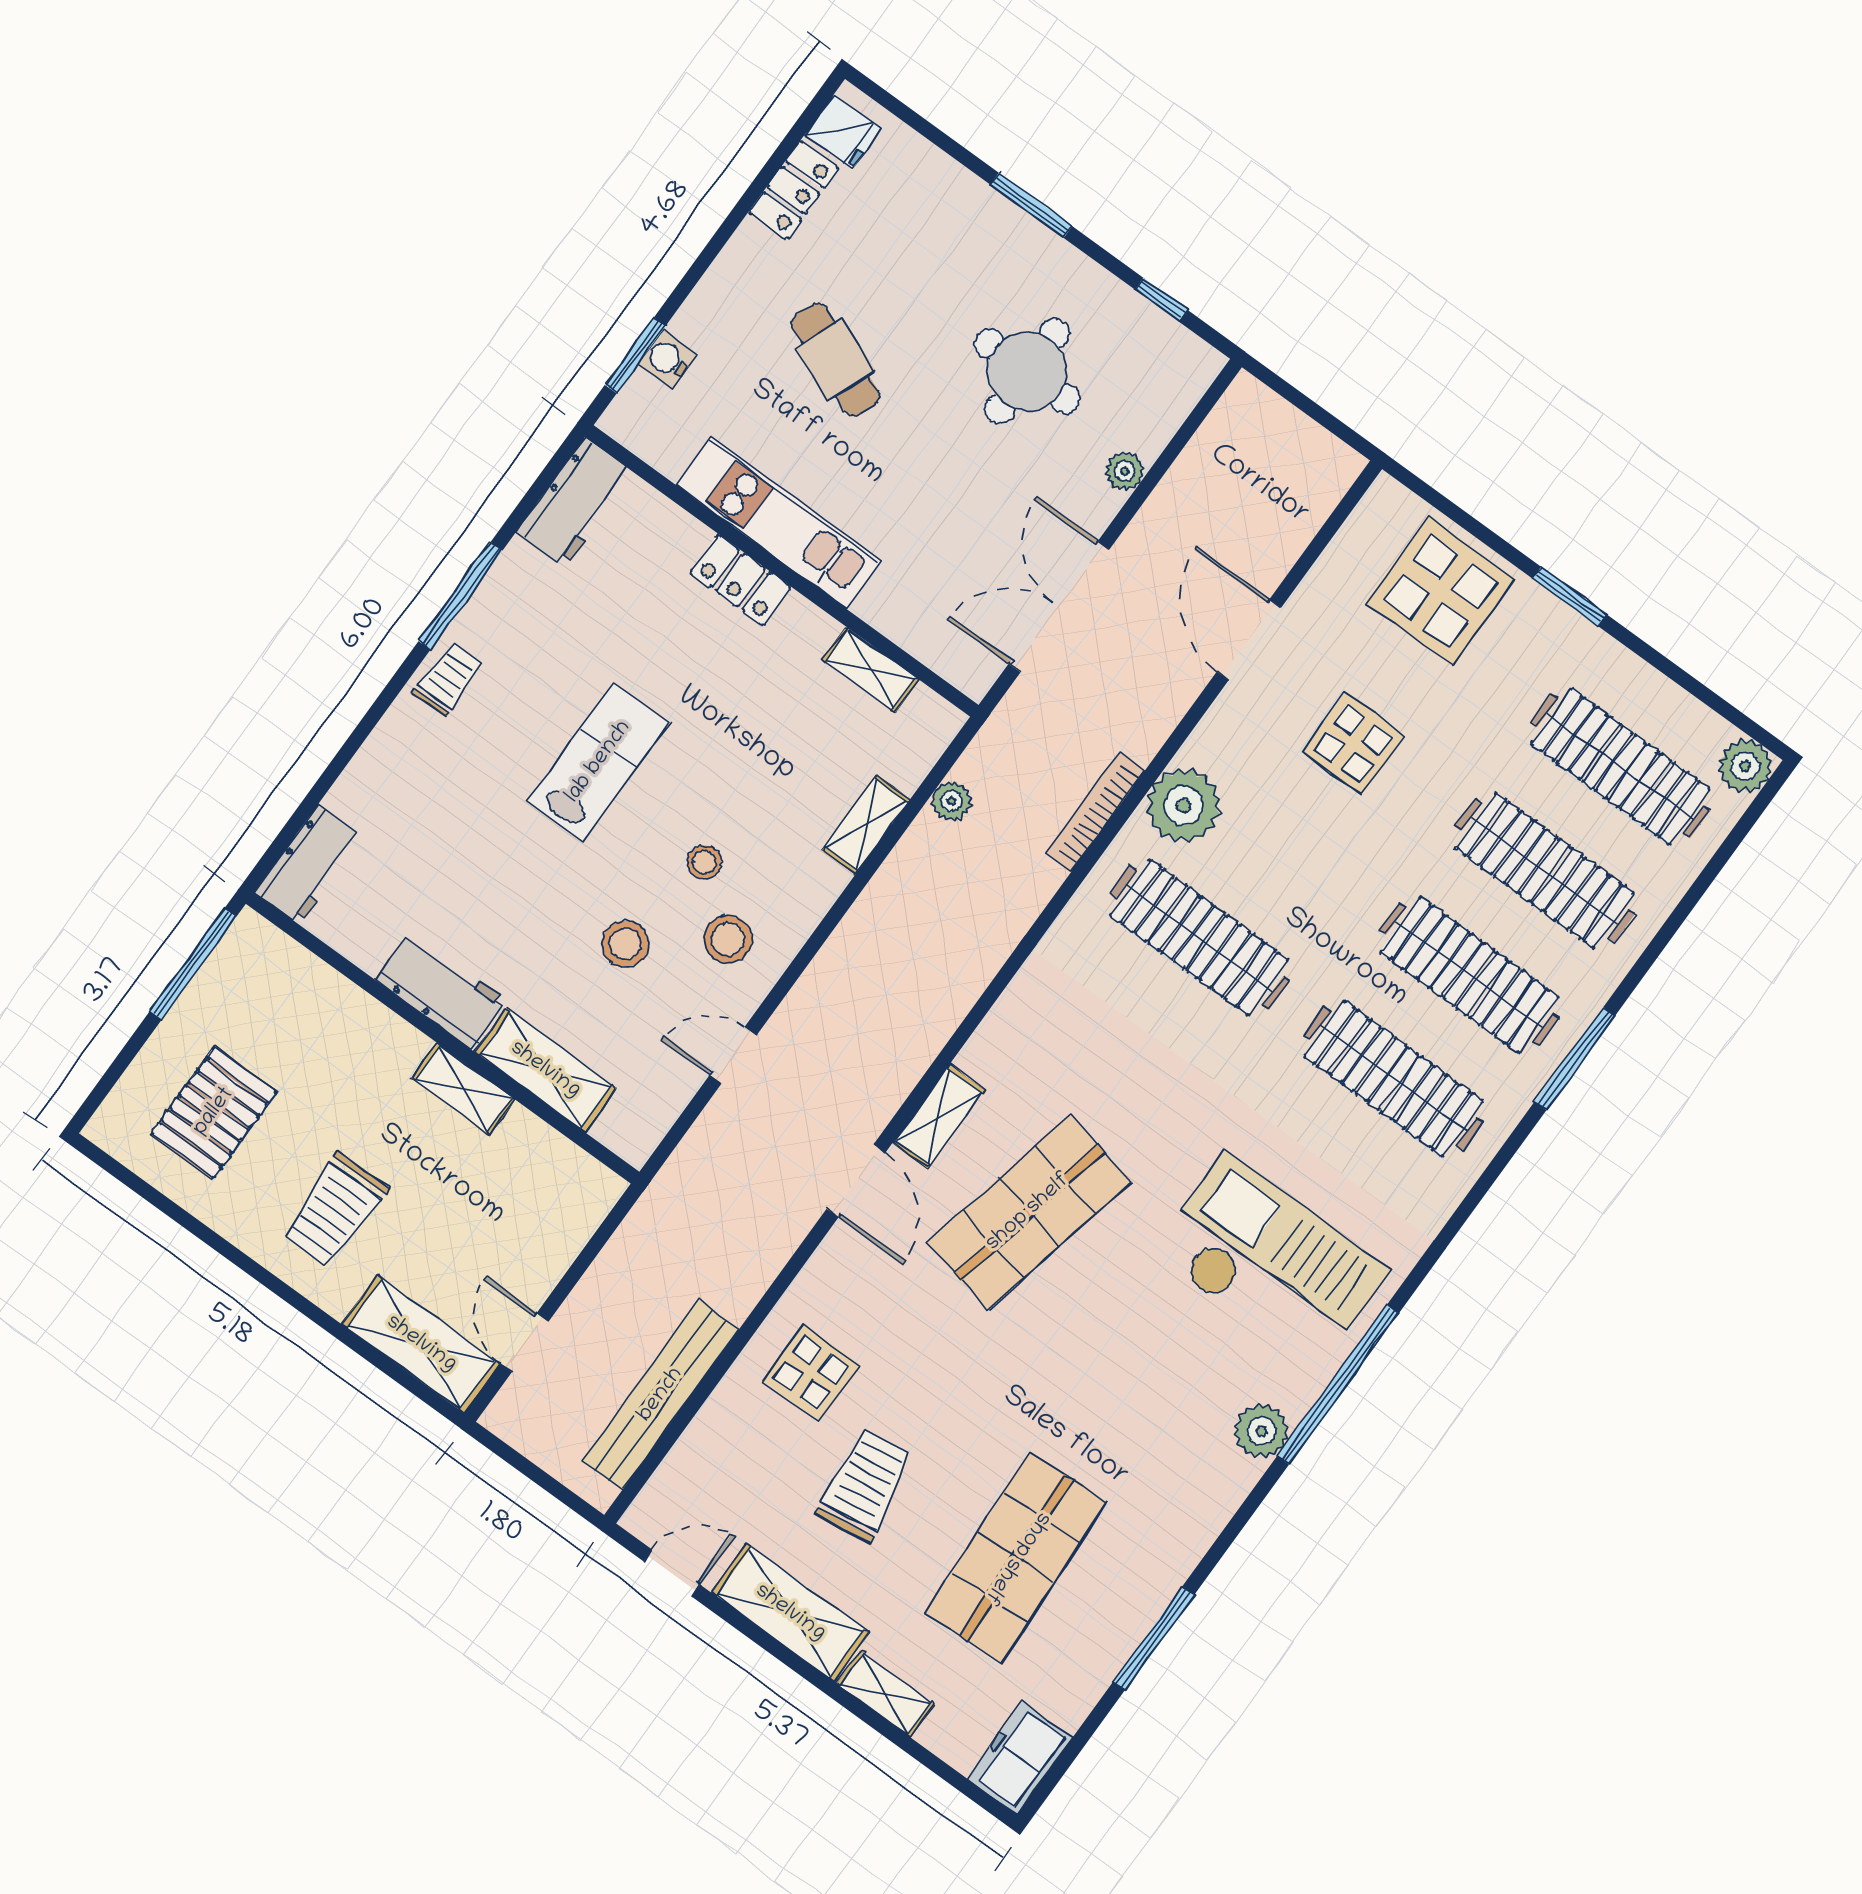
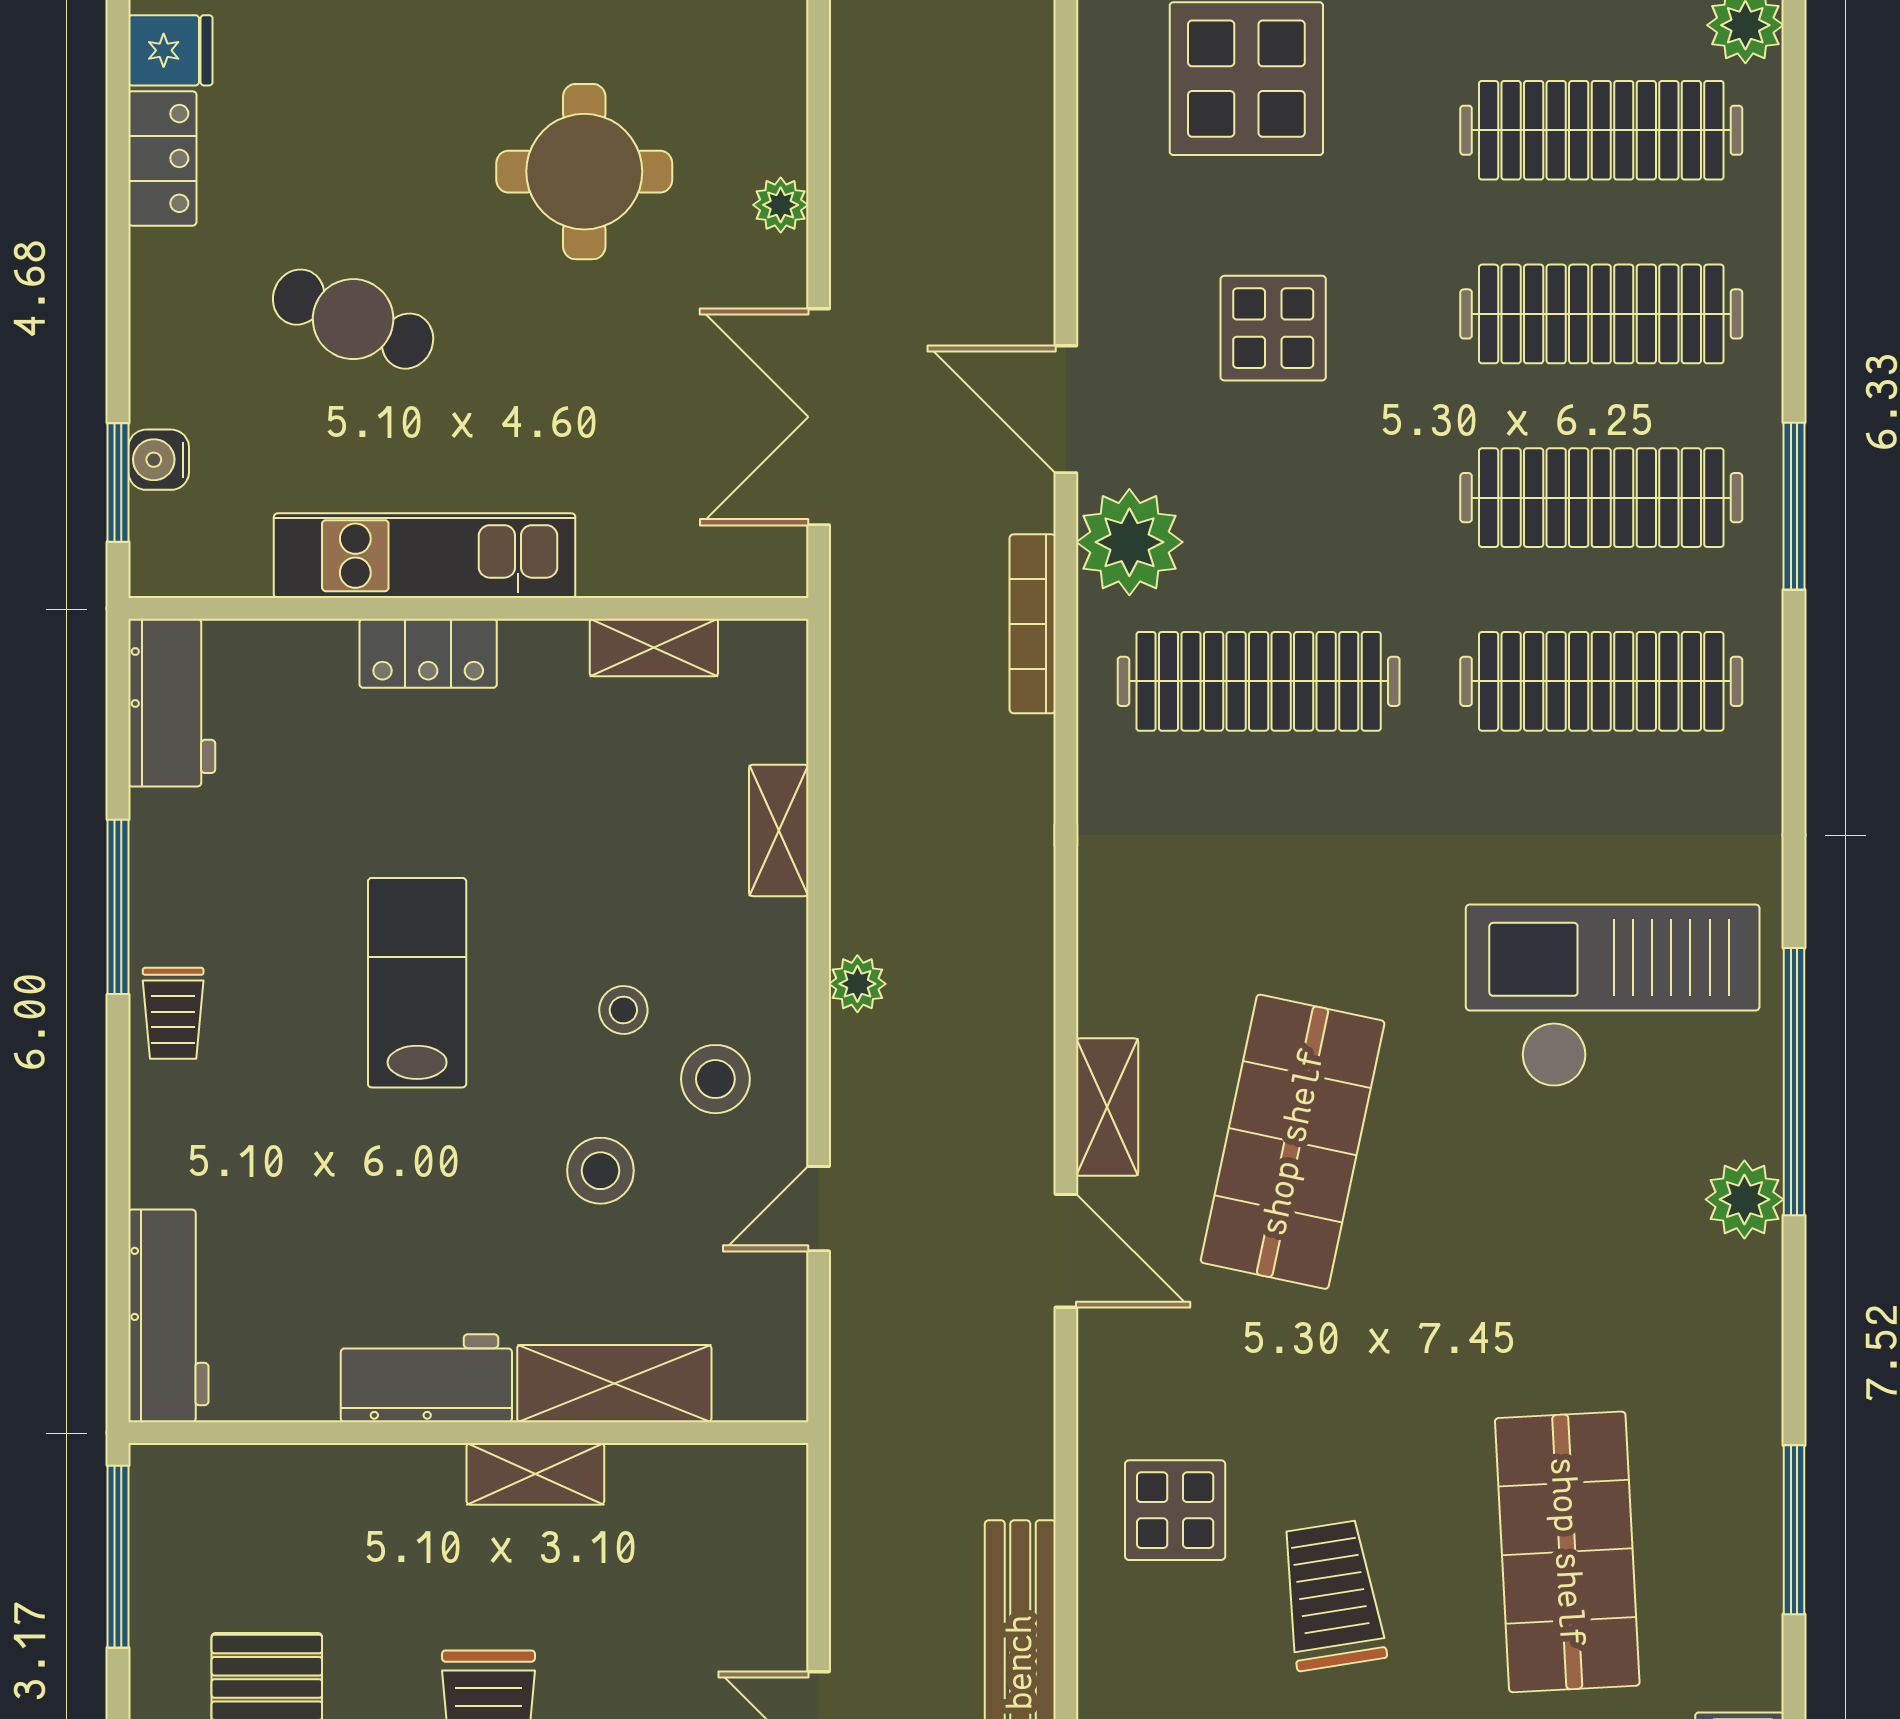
door: (1249, 640) -> (1066, 409), moved
trolley: (448, 679) -> (173, 1013), turned 180
plant: (951, 801) -> (857, 984), moved
workbench: (309, 865) -> (168, 1316), width x1.38

